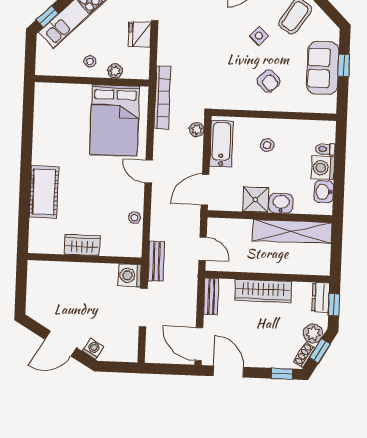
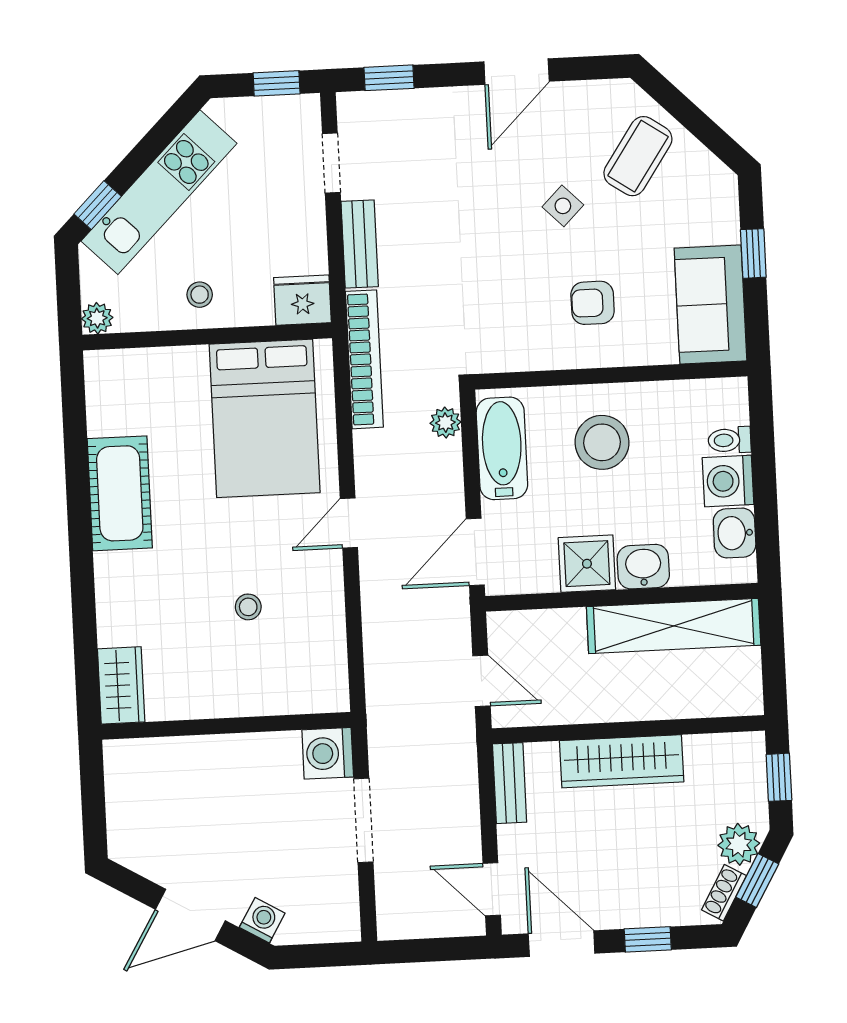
fridge: (140, 34) -> (302, 300), moved, turned 90
sofa: (323, 68) -> (710, 304), moved
plant: (115, 71) -> (97, 318), moved
armchair: (269, 81) -> (593, 303), turned 135
stool: (267, 145) -> (602, 442), width x1.89, depth x1.89
door: (149, 171) -> (349, 523), hinge flipped
cot: (44, 192) -> (120, 493), moved
stool: (135, 218) -> (248, 607), moved
wardrobe: (82, 245) -> (121, 685), moved, turned 90
bench: (156, 261) -> (360, 244), moved
dresser: (321, 297) -> (748, 764), removed
door: (199, 344) -> (492, 889), width x0.73
window: (282, 374) -> (648, 939), moved

